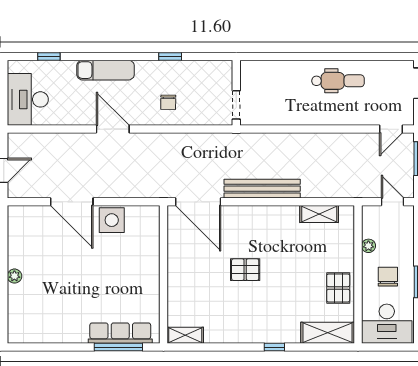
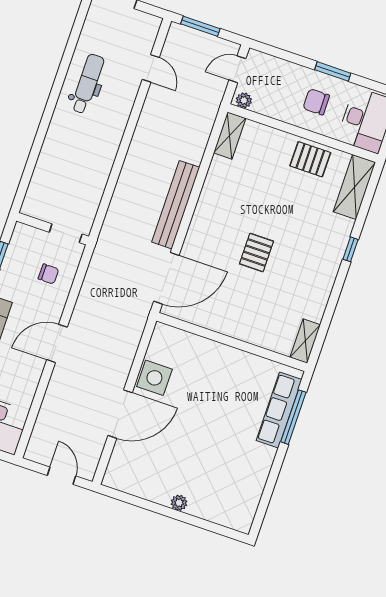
wall: (236, 93) -> (53, 229), moved
doorway: (236, 105) -> (66, 233), moved
door: (391, 129) -> (151, 68), moved
shelving: (319, 214) -> (230, 136), moved
plant: (368, 246) -> (244, 100), moved

